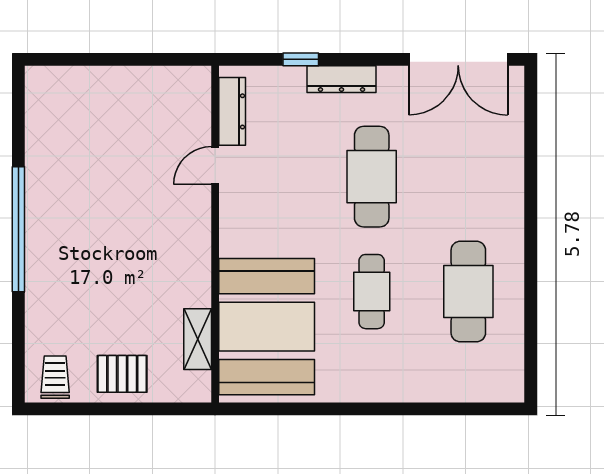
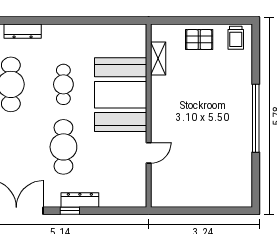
window: (301, 59) -> (70, 211), moved
dresser: (232, 111) -> (23, 31), moved, turned -90
booth: (267, 327) -> (121, 95), moved

